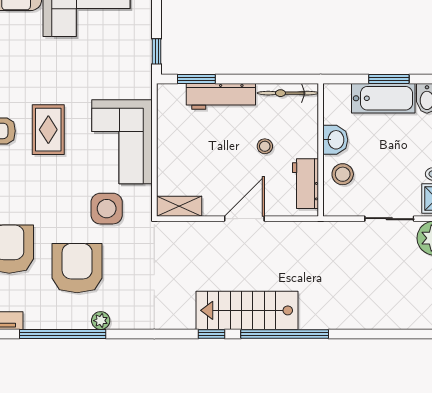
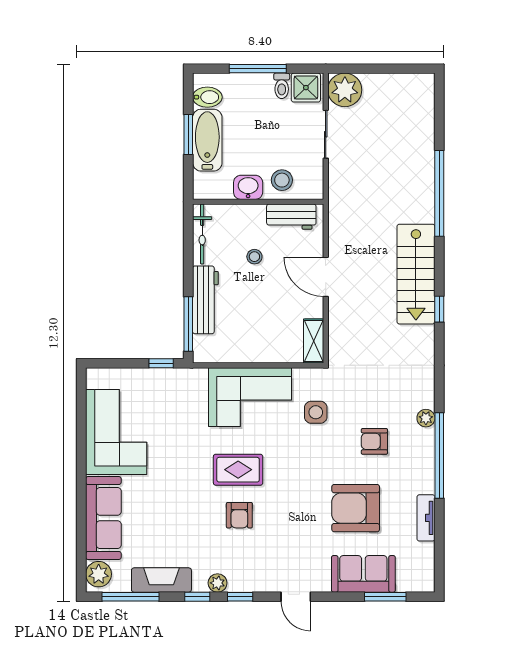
window: (196, 79) -> (188, 324), width x1.44
side table: (107, 209) -> (316, 412), width x0.73, depth x0.73
armchair: (77, 268) -> (374, 441), width x0.53, depth x0.53
window: (285, 334) -> (439, 193), moved

